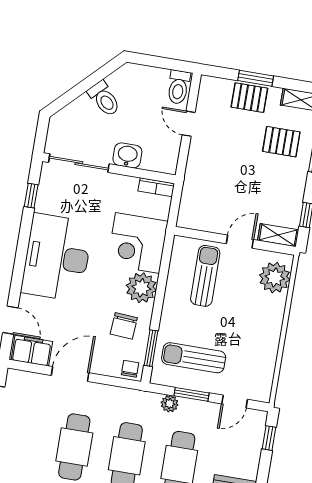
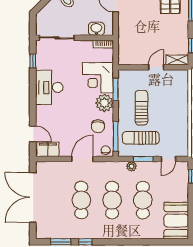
washbasin: (127, 155) -> (96, 29), moved
desk: (57, 257) -> (49, 87), width x0.73, depth x0.77
window: (164, 268) -> (116, 89), added
sun lounger: (205, 276) -> (141, 108), moved
plant: (275, 278) -> (179, 84), removed
window: (151, 348) -> (116, 136), width x1.44
door: (70, 374) -> (82, 159), moved

